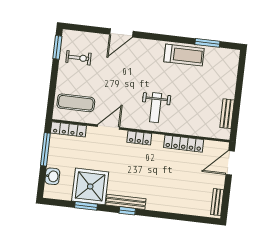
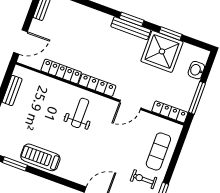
exercise mat: (76, 103) -> (158, 151), moved, turned 90
locker: (139, 138) -> (97, 85), width x1.53
window: (127, 211) -> (132, 19), width x1.50

